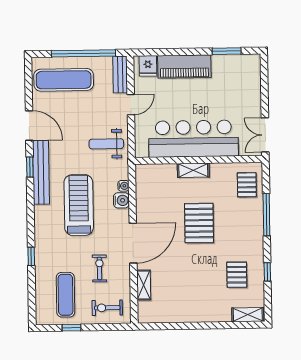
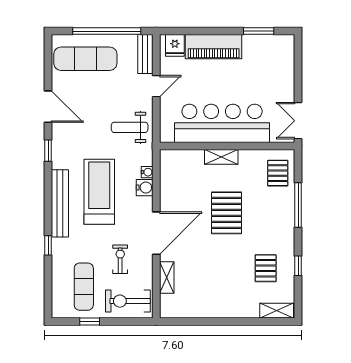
bench: (41, 172) -> (60, 203), moved
exercise bike: (107, 308) -> (128, 301), width x1.38, depth x1.39

